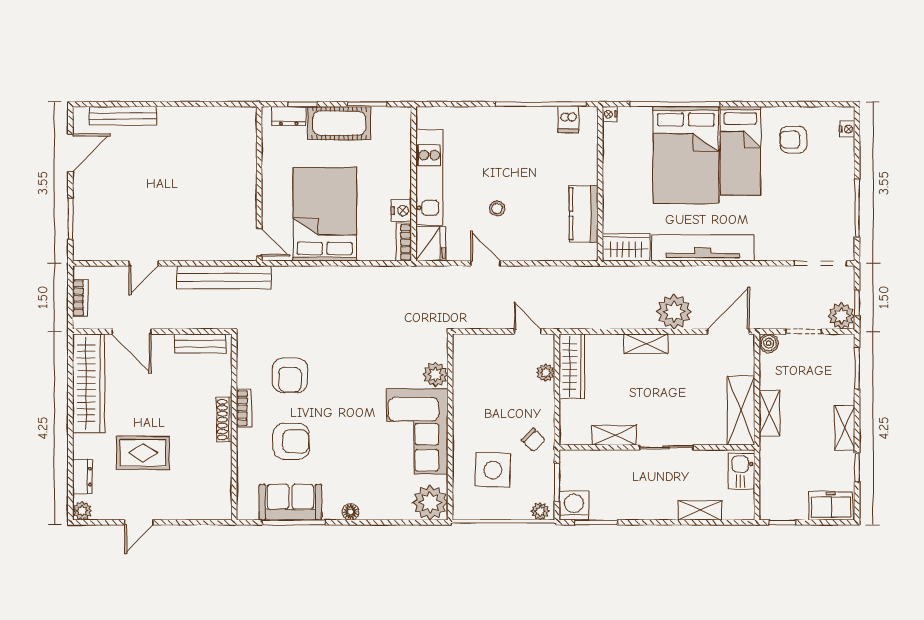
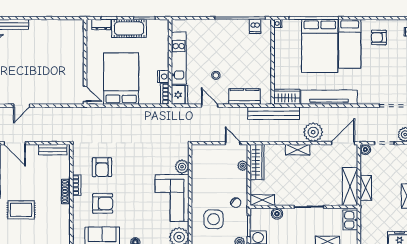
kitchen counter: (584, 214) -> (245, 96), moved, turned 90
bench: (224, 277) -> (274, 113), moved
shelving: (614, 435) -> (262, 200), moved
boiler: (608, 460) -> (277, 214), added

